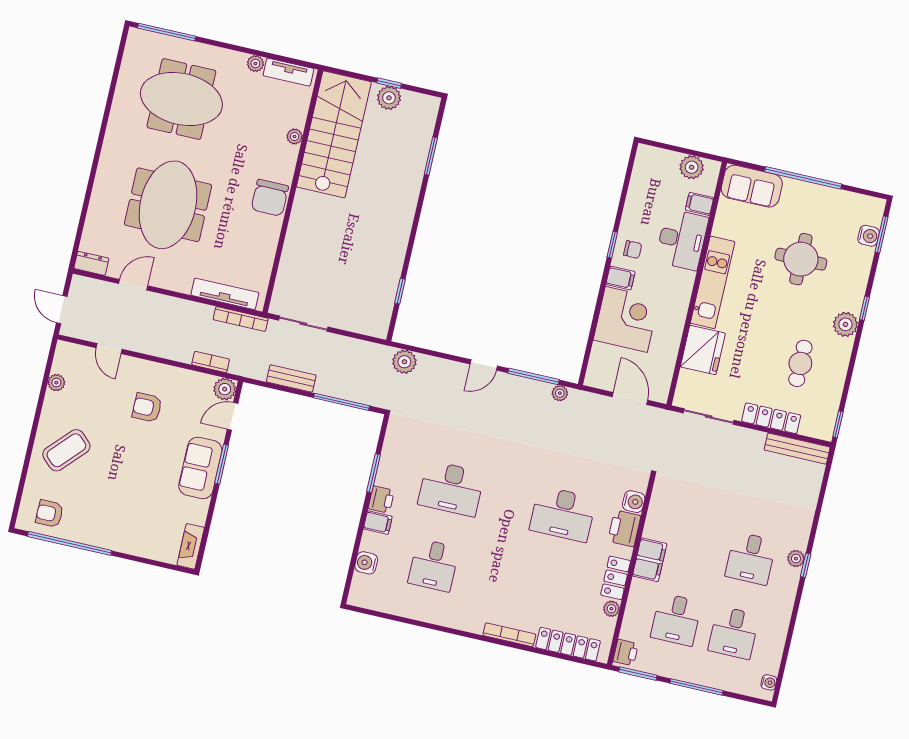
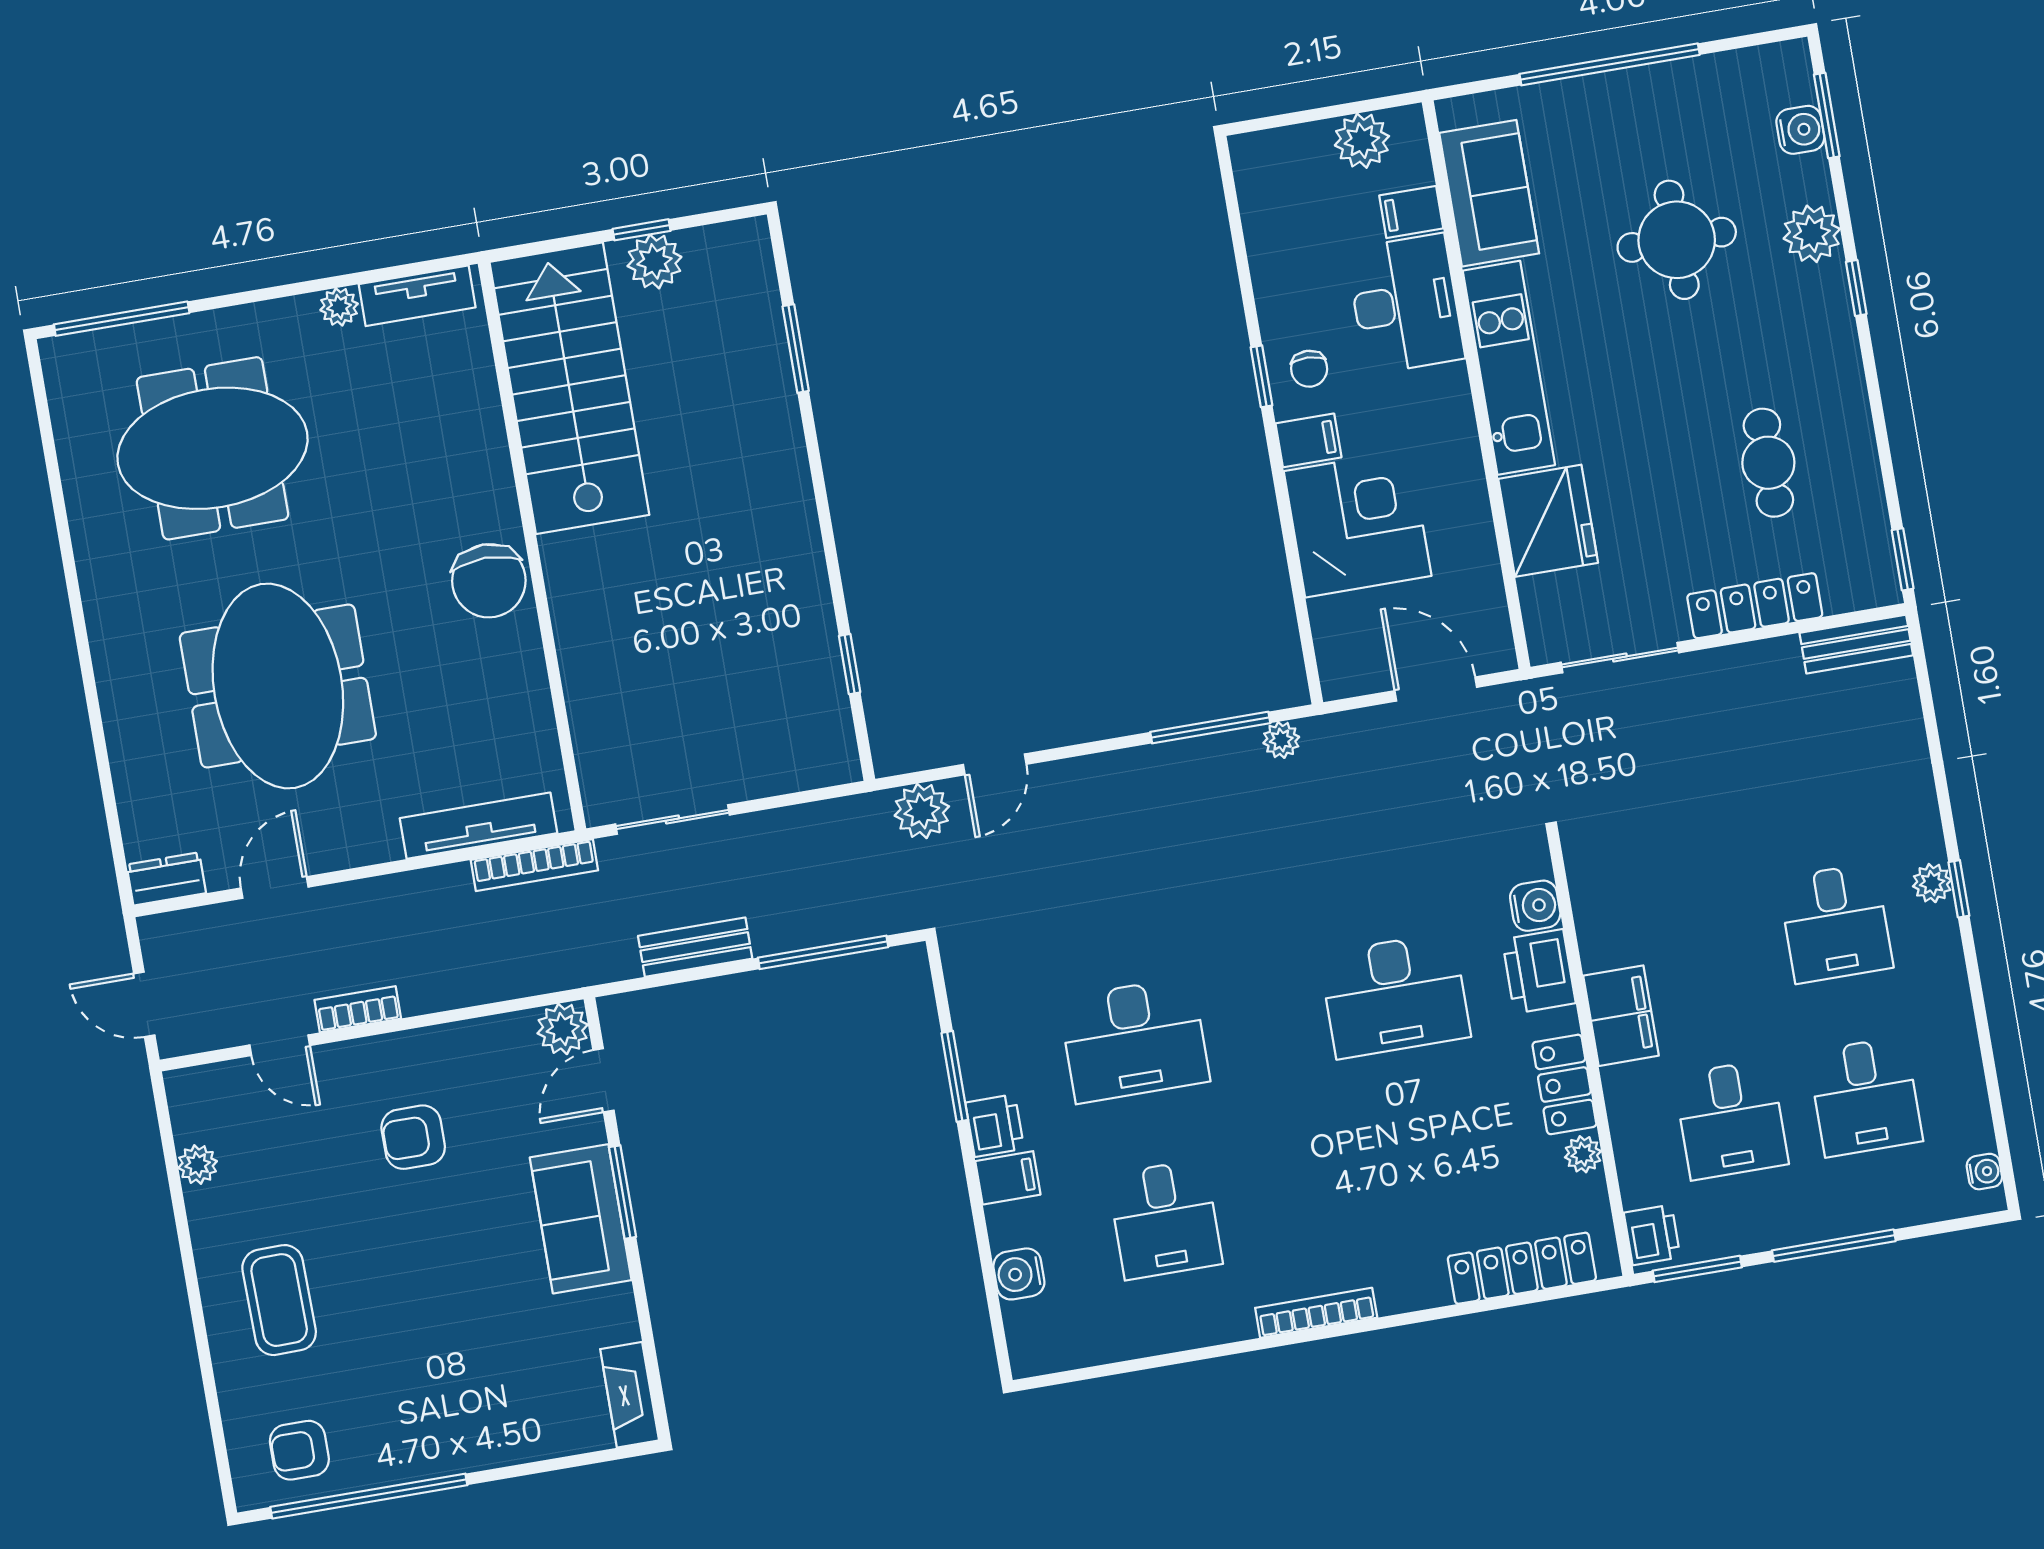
plant: (295, 137) -> (487, 428), removed
sofa: (752, 186) -> (1489, 193), moved, turned -90
chair: (633, 250) -> (1309, 369), turned 92
plant: (845, 324) -> (1812, 234), moved
bookcase: (211, 362) -> (358, 1009), moved
door: (484, 365) -> (995, 764), moved
bench: (797, 449) -> (1856, 644), width x0.73
coffee table: (66, 450) -> (279, 1300), turned -44
bookcase: (509, 635) -> (1316, 1313), moved

